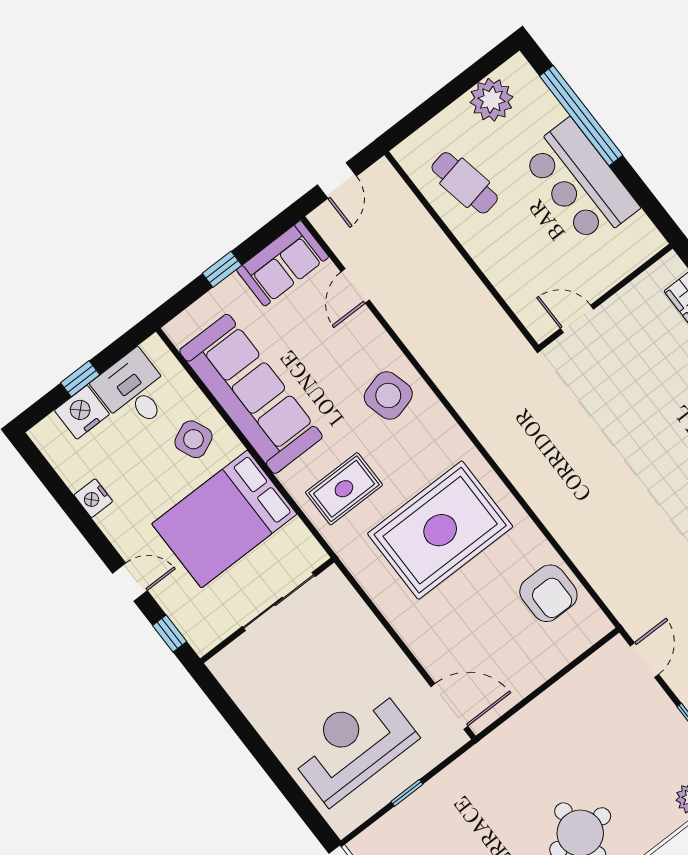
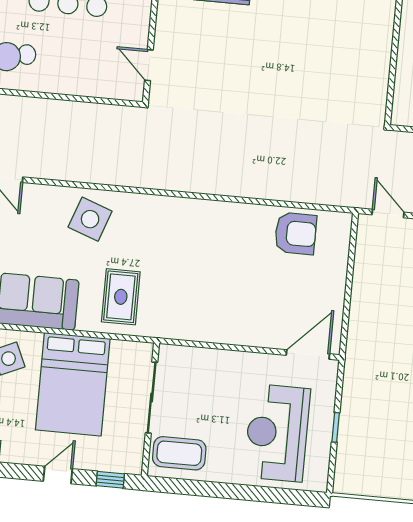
door: (577, 319) -> (149, 65), hinge flipped
side table: (388, 395) -> (90, 219), turned 35
rug: (440, 530) -> (198, 263), removed
coffee table: (252, 673) -> (179, 453), added

